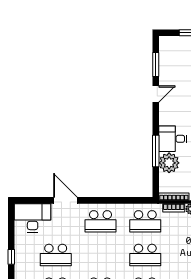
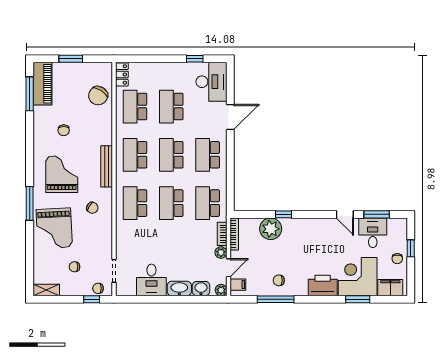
desk: (173, 139) -> (373, 233), moved
window: (156, 151) -> (283, 214), width x0.46
school desk: (100, 255) -> (171, 155), added
window: (11, 257) -> (195, 59), moved

